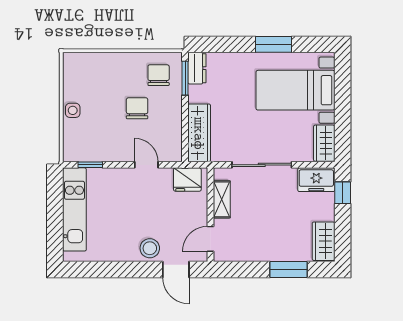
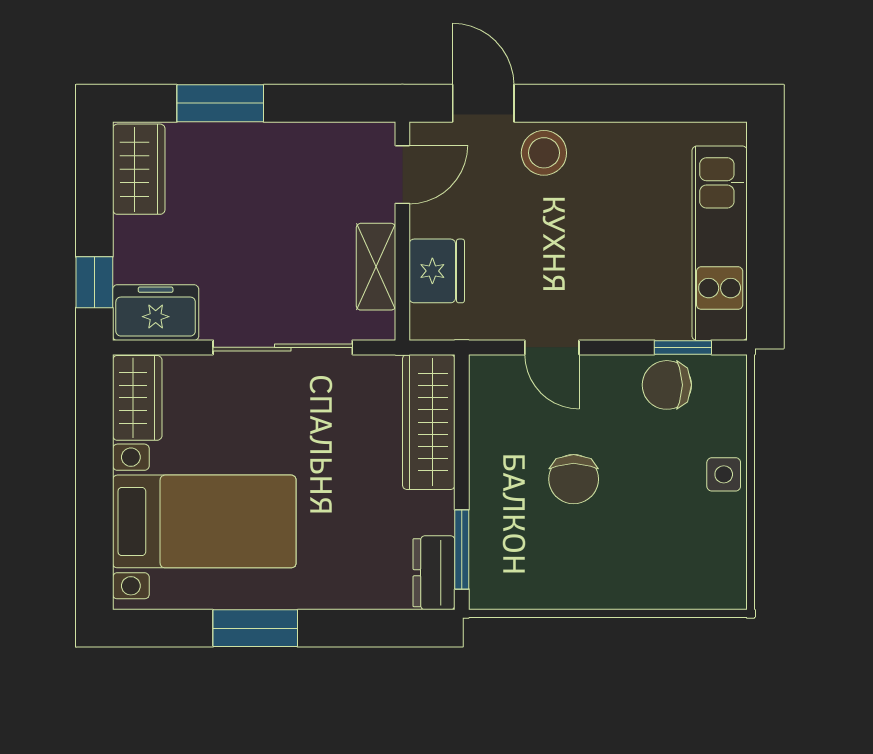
chair: (159, 75) -> (667, 385), moved, turned 90
fridge: (187, 180) -> (437, 271), moved, turned 90

